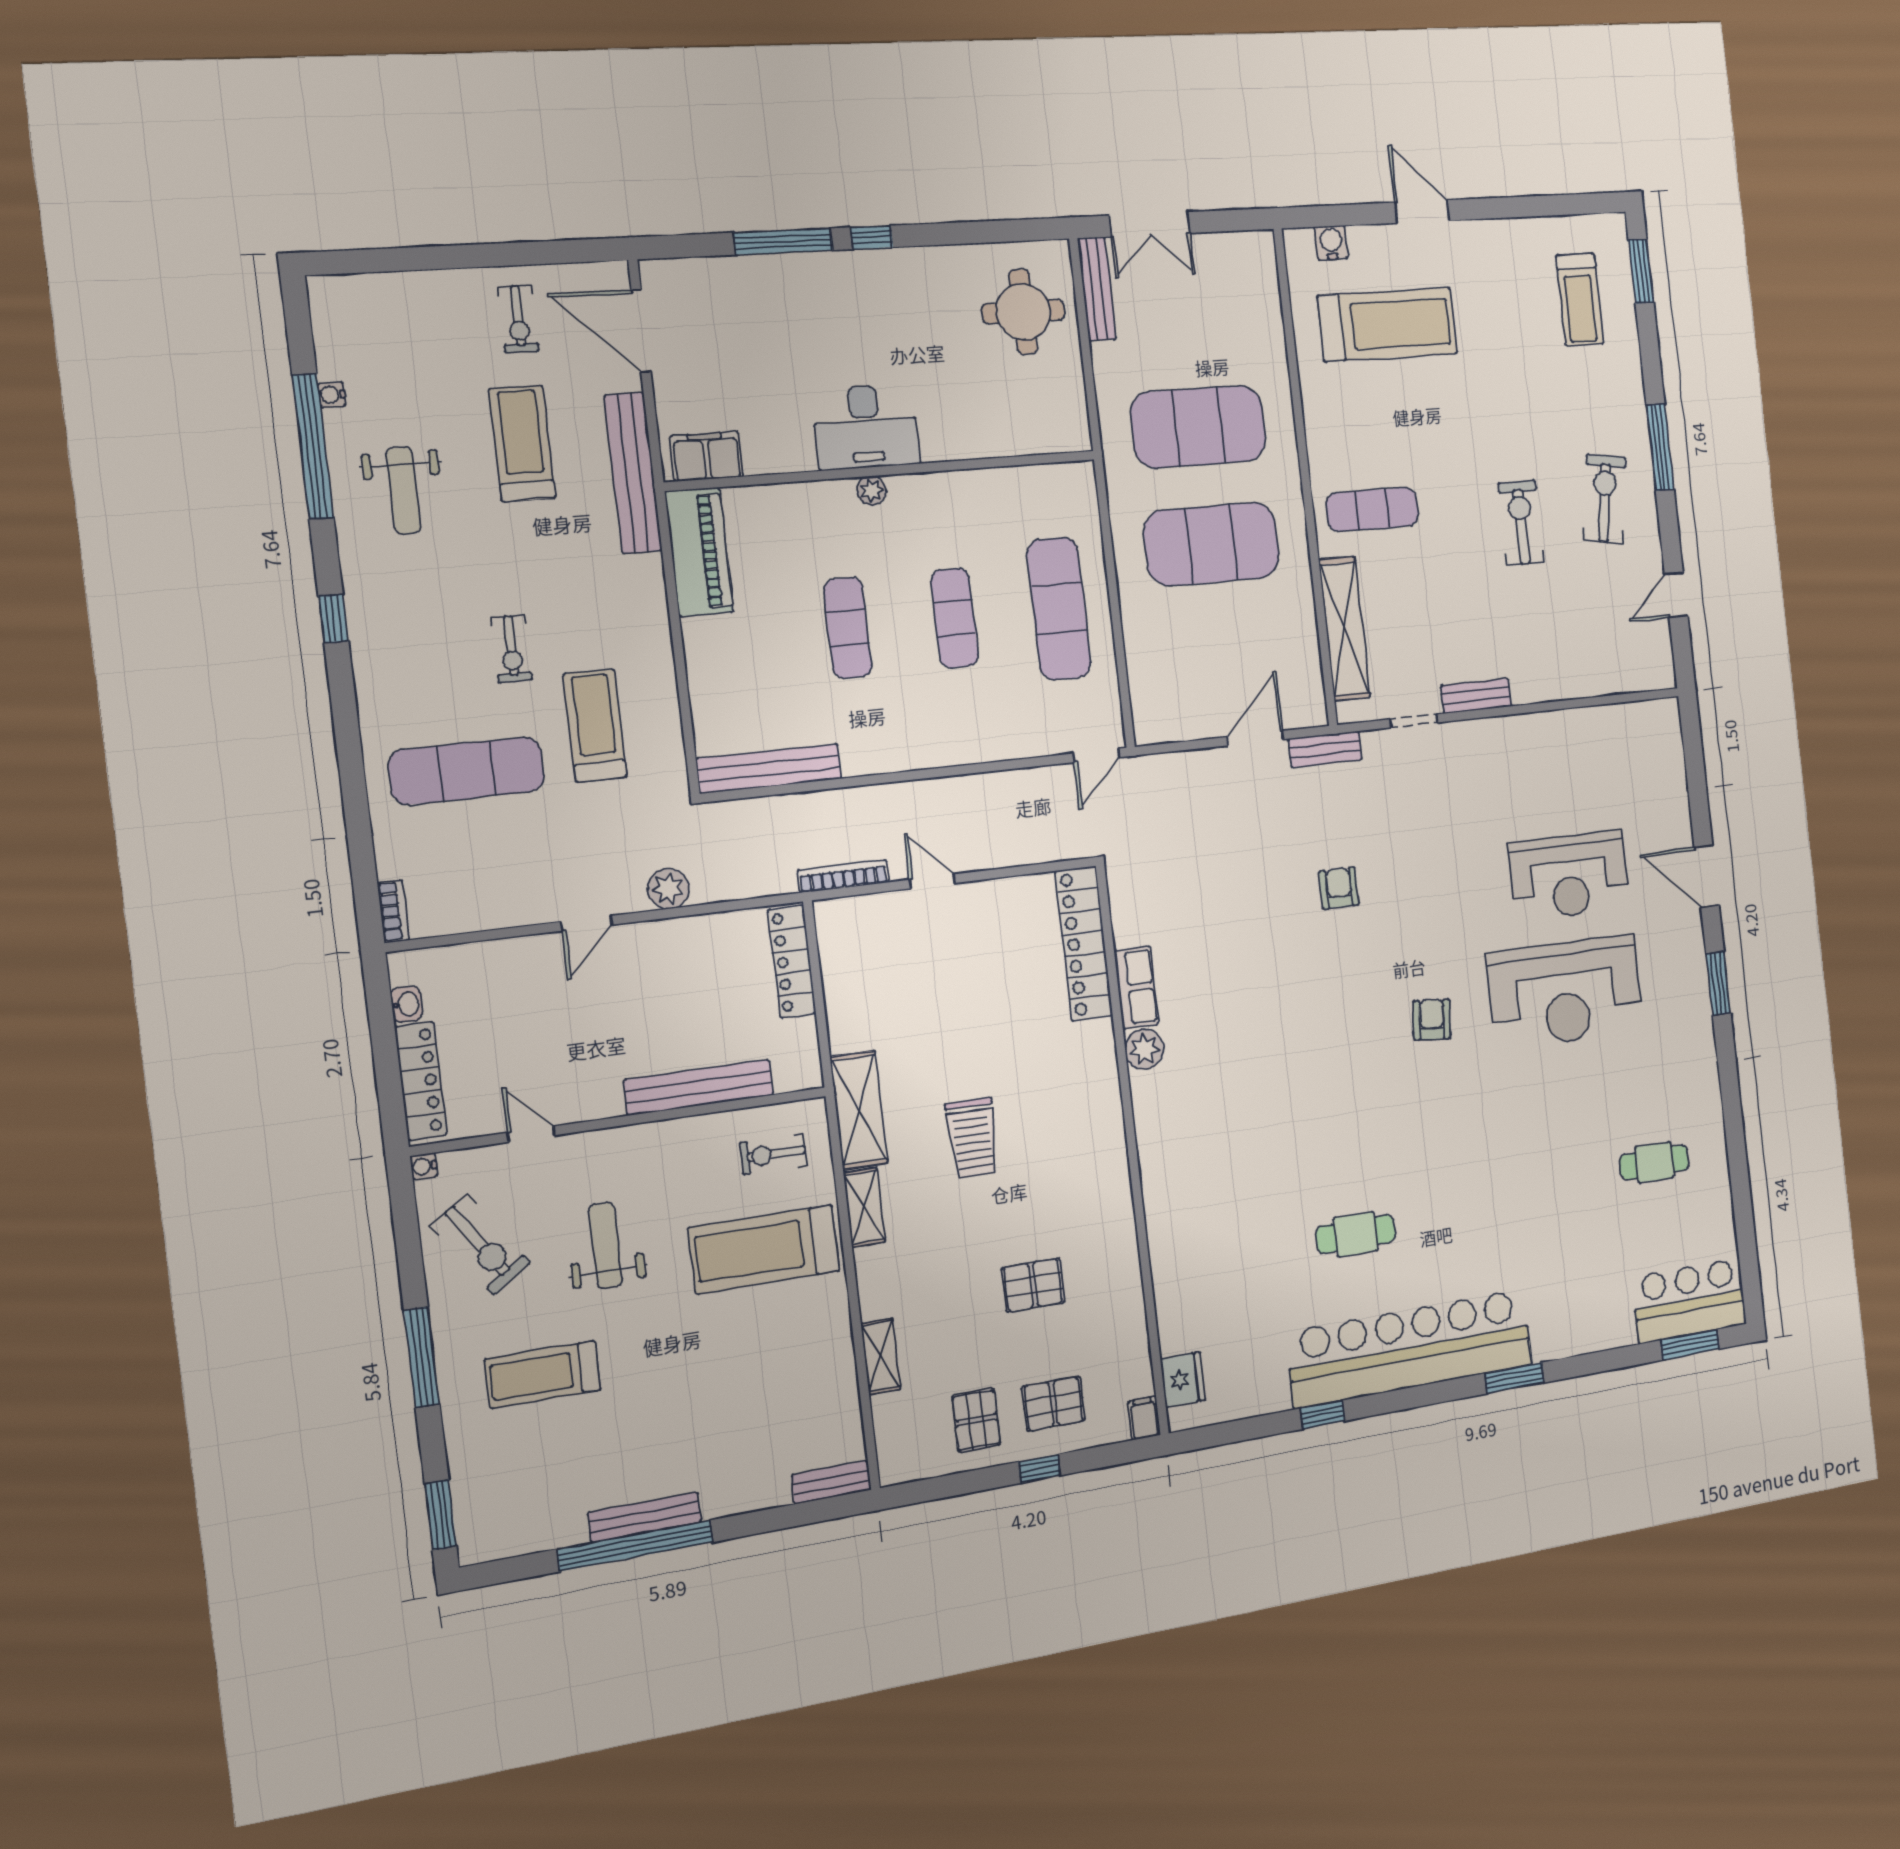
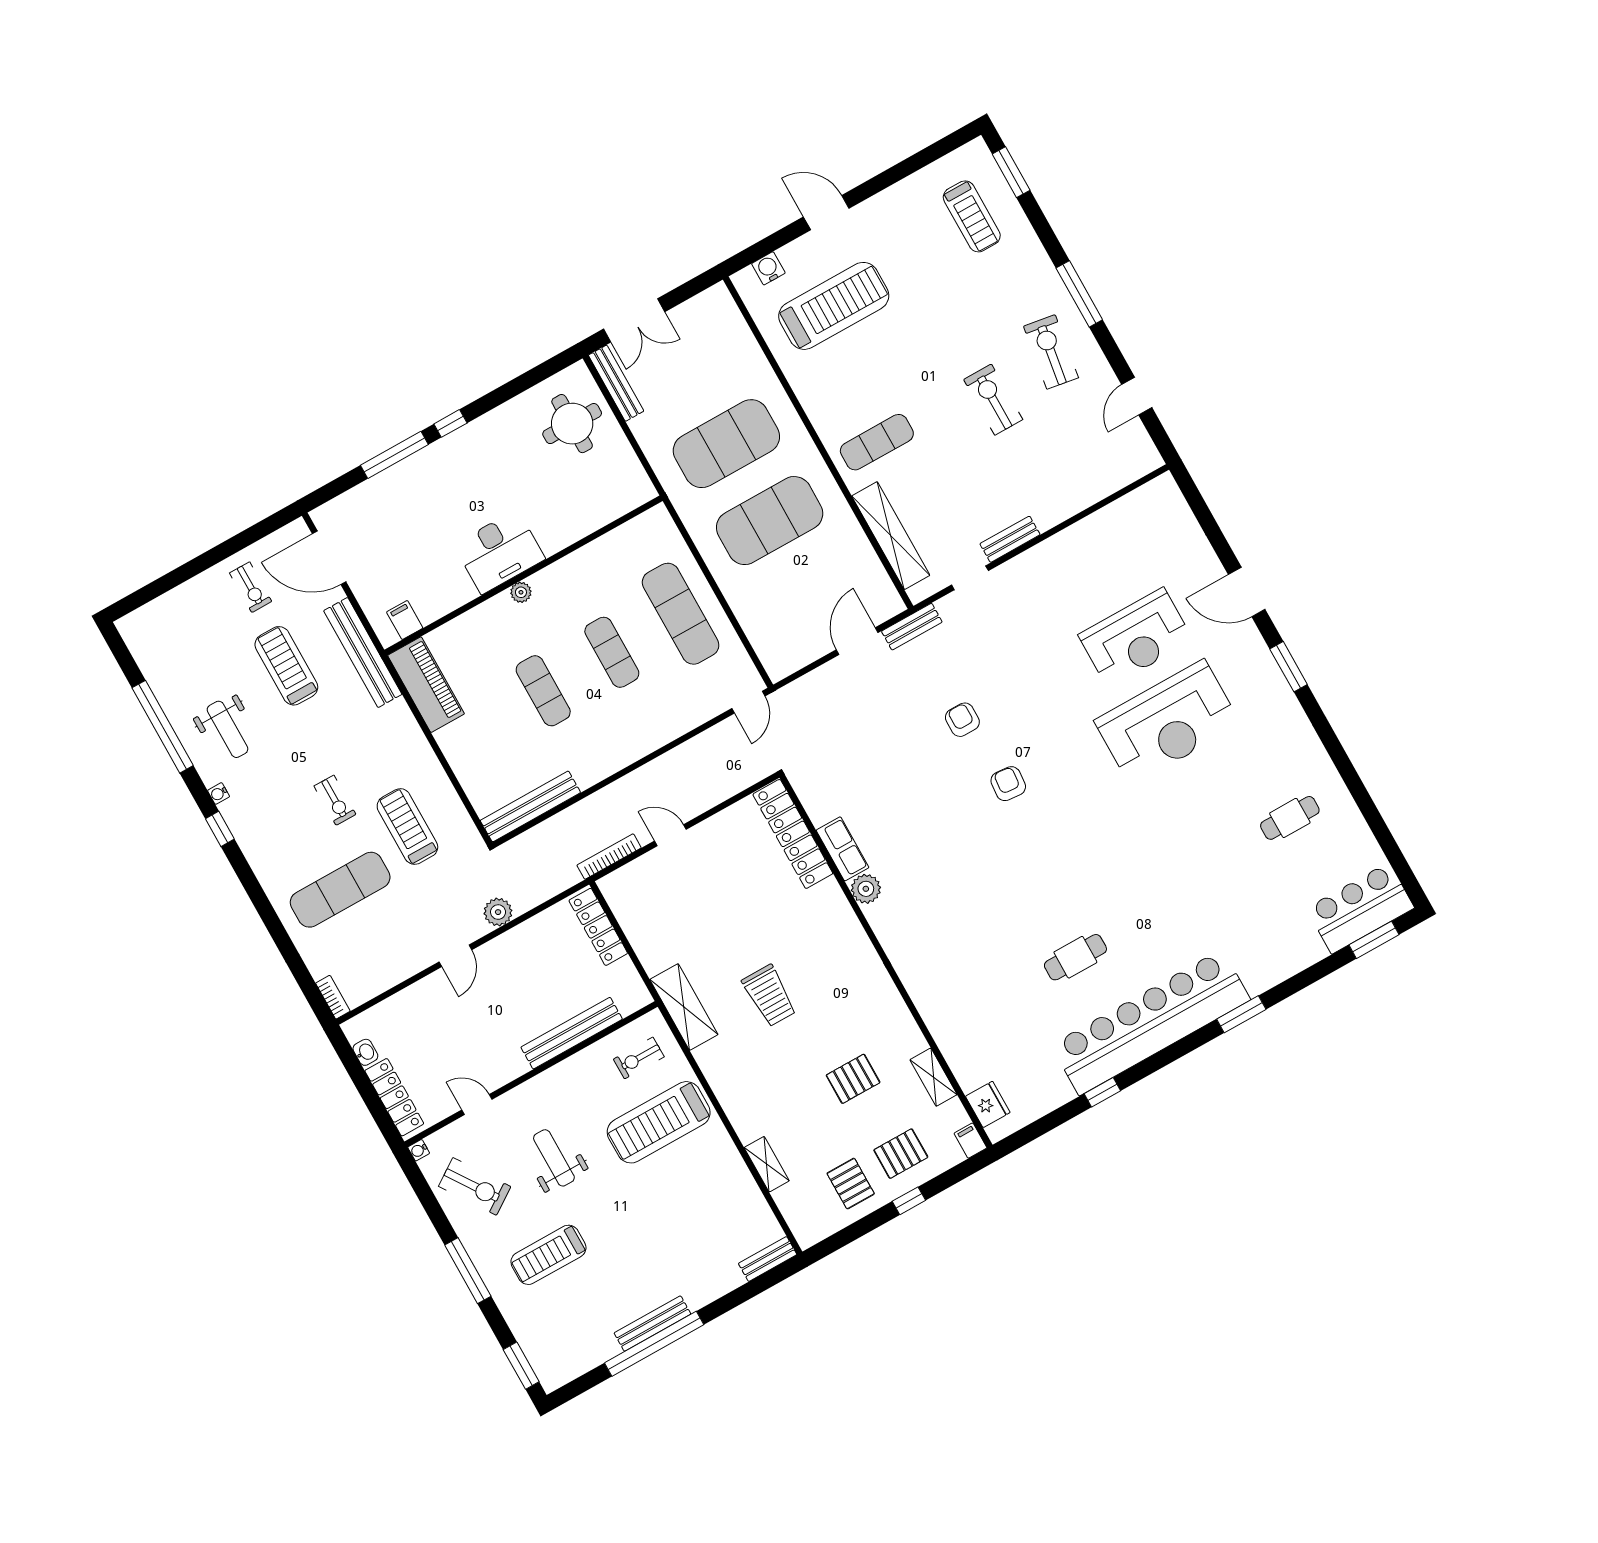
water cooler: (332, 395) -> (219, 793), moved
filing cabinet: (707, 456) -> (405, 620), width x0.50
armchair: (1432, 1019) -> (1008, 784), moved
shelving: (864, 1207) -> (934, 1077), moved

